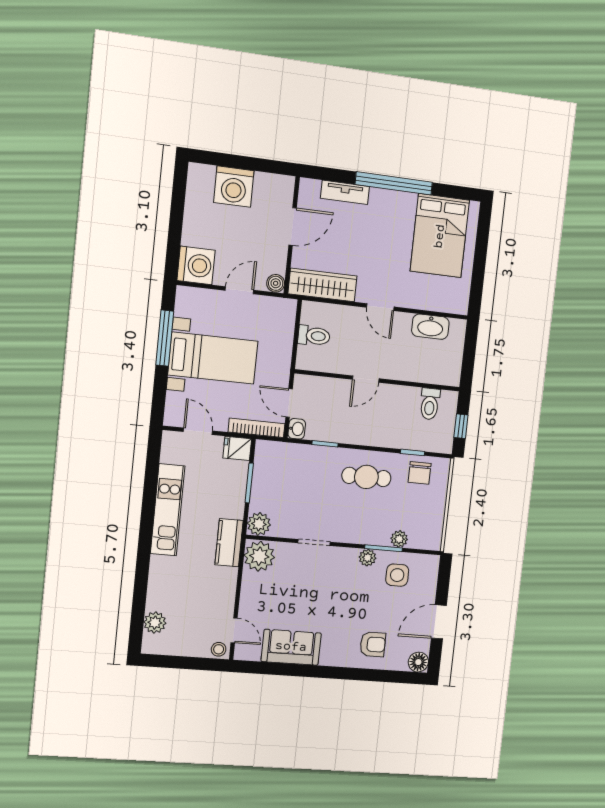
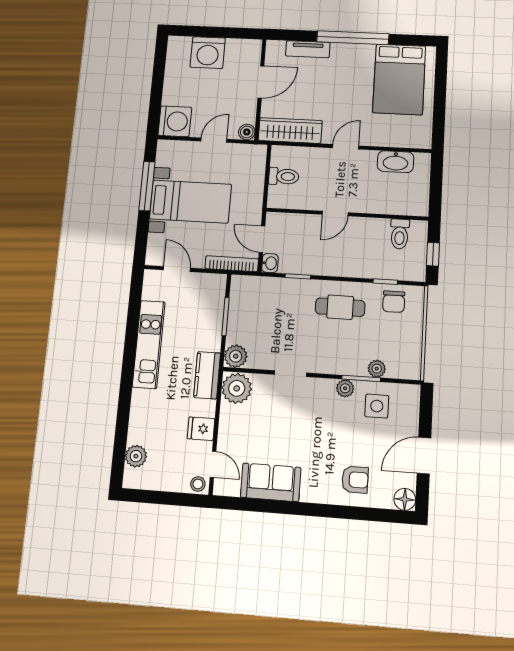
door: (380, 307) -> (346, 147), swing flipped
fridge: (237, 448) -> (201, 429), moved

